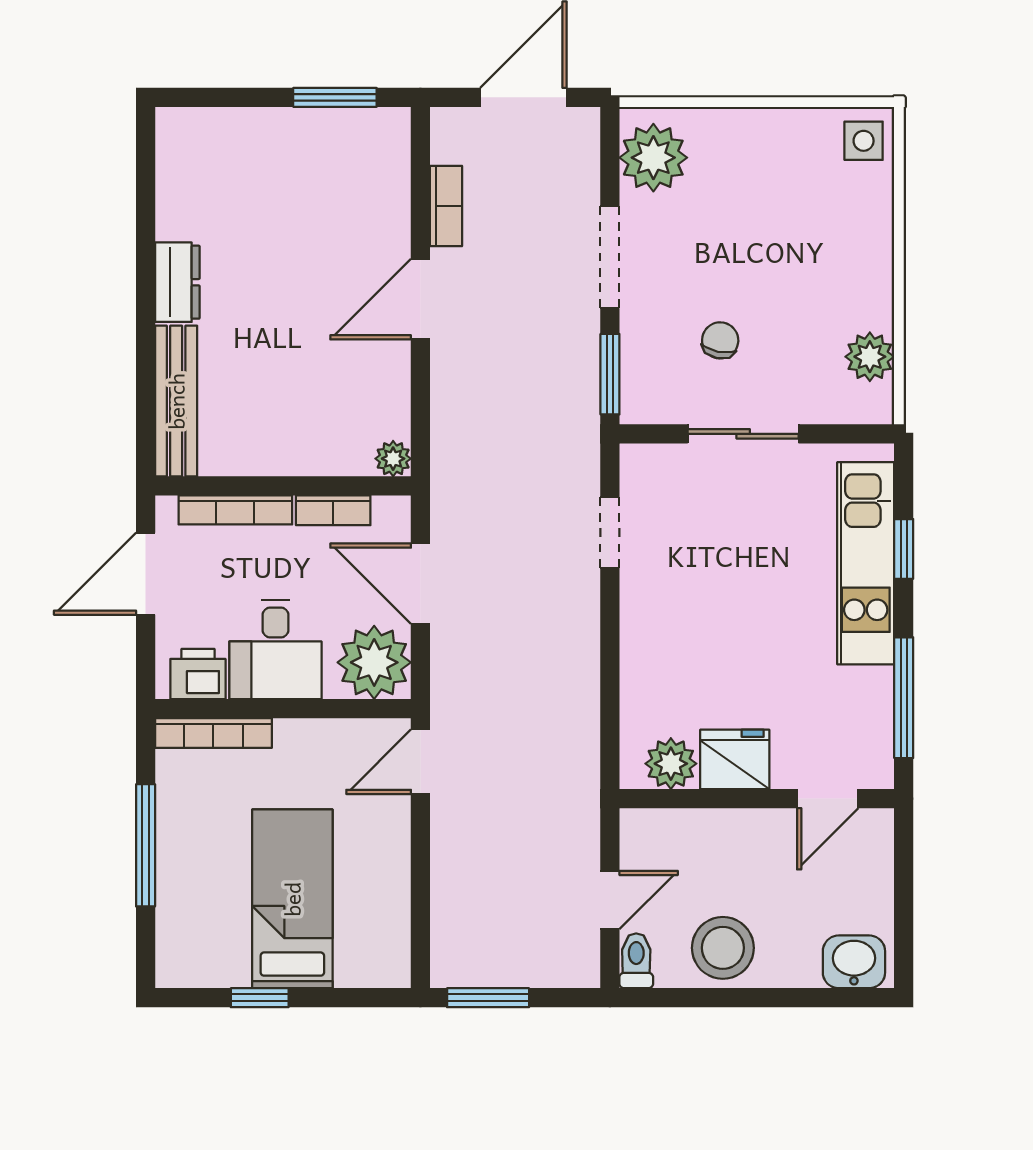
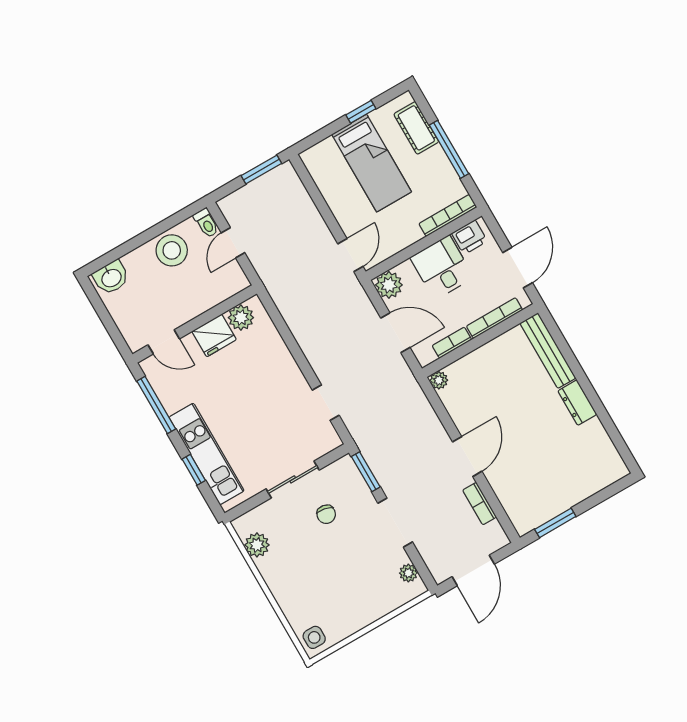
plant: (653, 158) -> (408, 573), width x0.53, depth x0.53
plant: (374, 662) -> (389, 285), width x0.73, depth x0.73
door: (828, 799) -> (164, 342), swing flipped
cot: (180, 915) -> (416, 128), added

